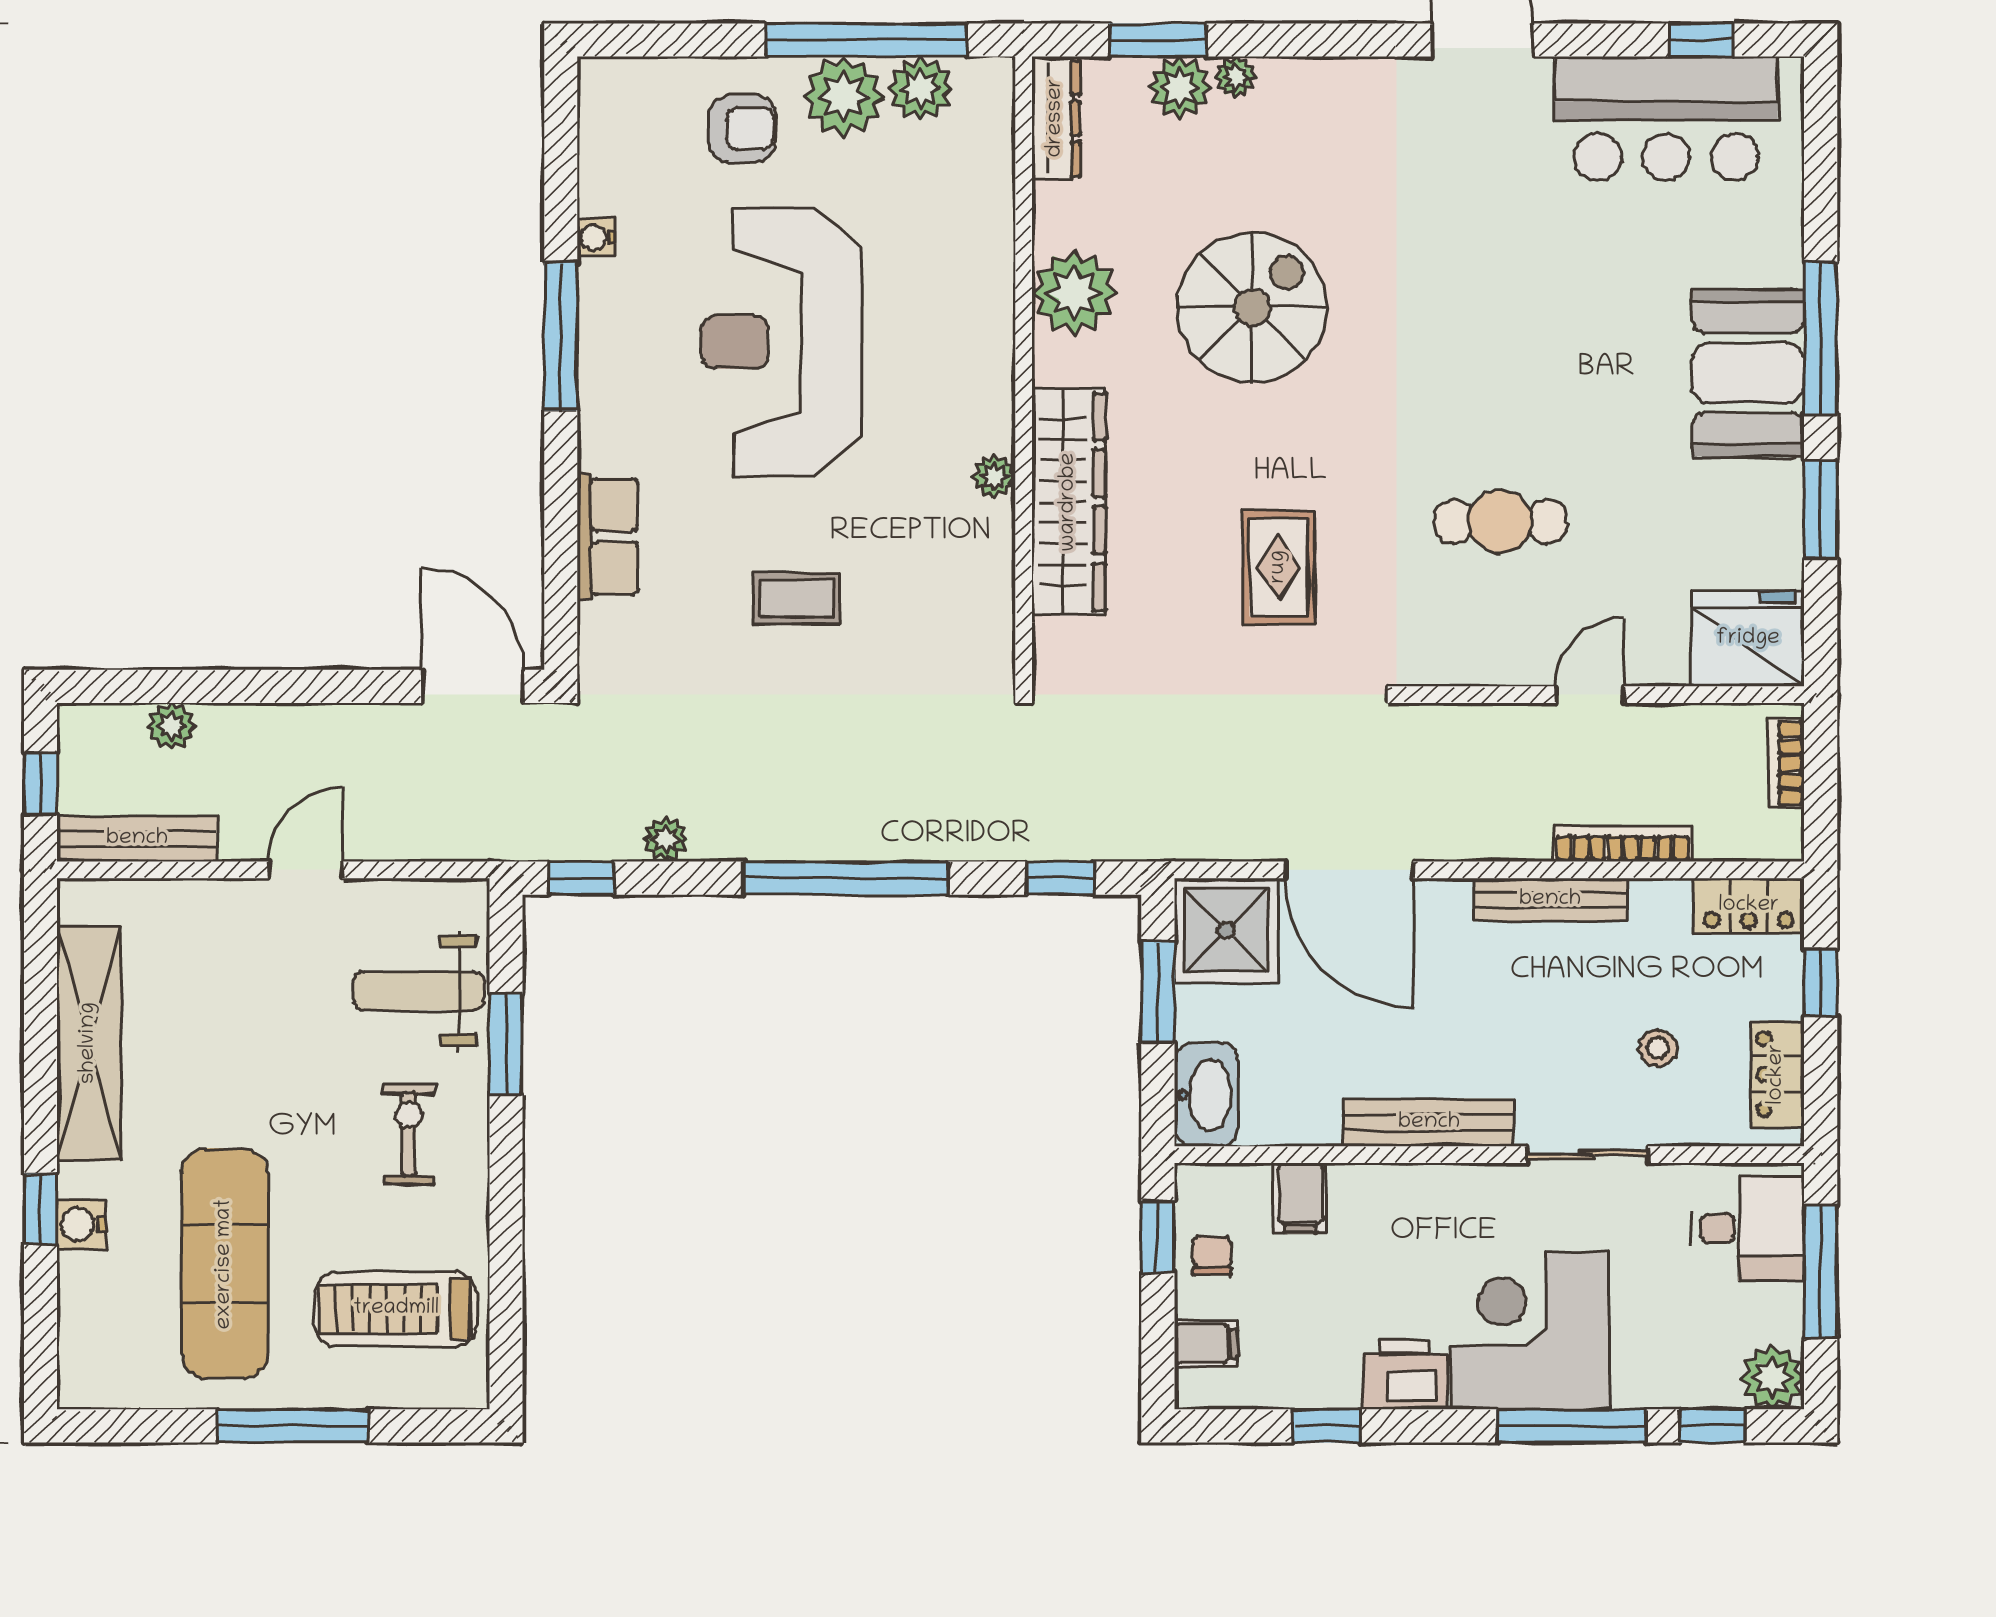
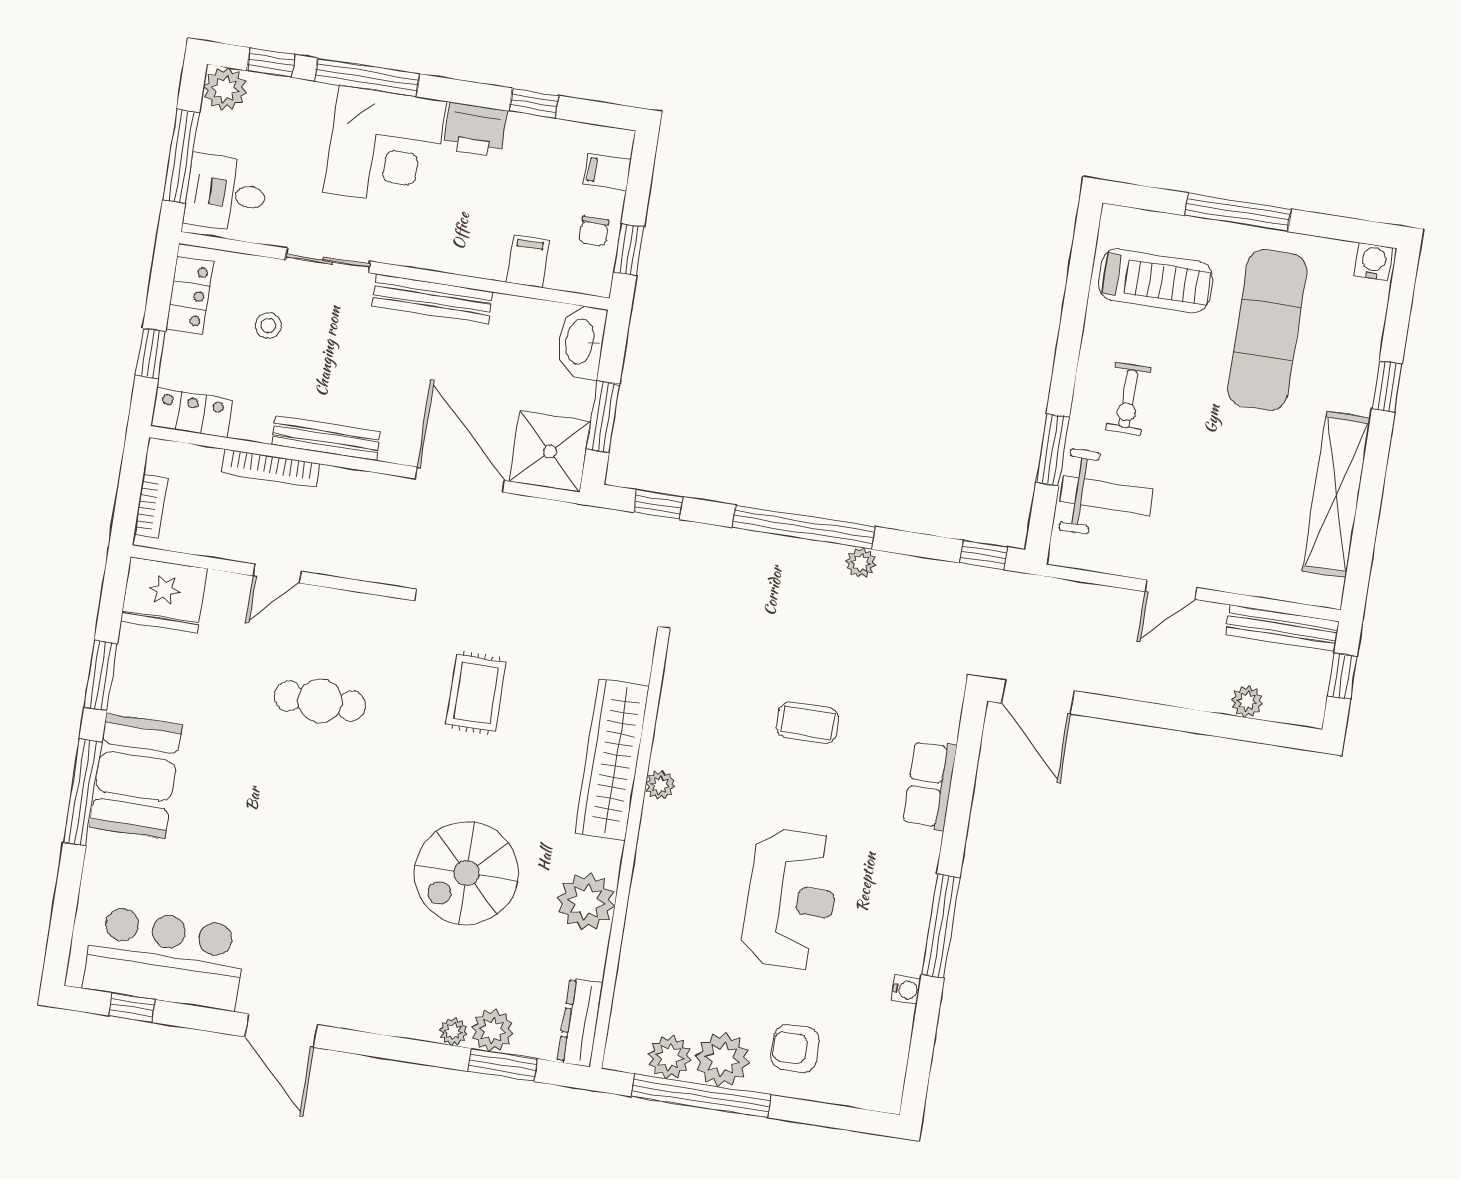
reception desk: (781, 342) -> (791, 899), width x0.74, depth x0.77
plant: (666, 840) -> (861, 563), moved
water cooler: (81, 1224) -> (1374, 262), moved, turned -90

